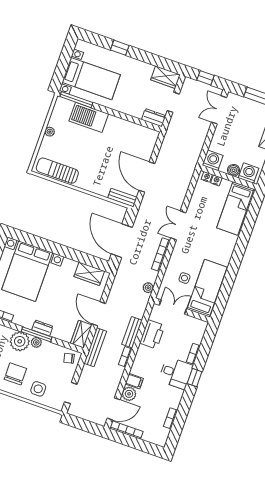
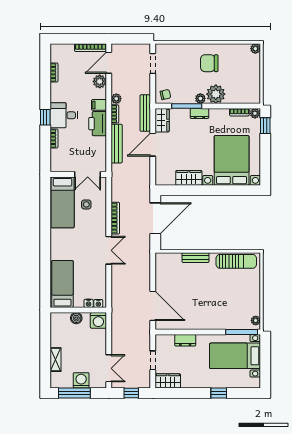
barbecue: (89, 117) -> (225, 320), removed
dresser: (154, 118) -> (185, 340), moved
plant: (50, 132) -> (256, 320), moved
washing machine: (249, 173) -> (81, 380), moved, turned 180
door: (147, 177) -> (153, 306), moved
bench: (122, 198) -> (196, 258), moved
door: (122, 241) -> (155, 218), hinge flipped
wardrobe: (89, 274) -> (189, 178), moved
plant: (148, 288) -> (116, 99), moved
door: (99, 314) -> (153, 145), swing flipped
bench: (132, 332) -> (117, 144), width x1.36
window: (37, 334) -> (187, 106), moved
printer: (152, 334) -> (98, 124), moved
chair: (15, 374) -> (209, 63), turned 90
filing cabinet: (134, 381) -> (99, 105), moved
side table: (38, 389) -> (184, 57), removed

